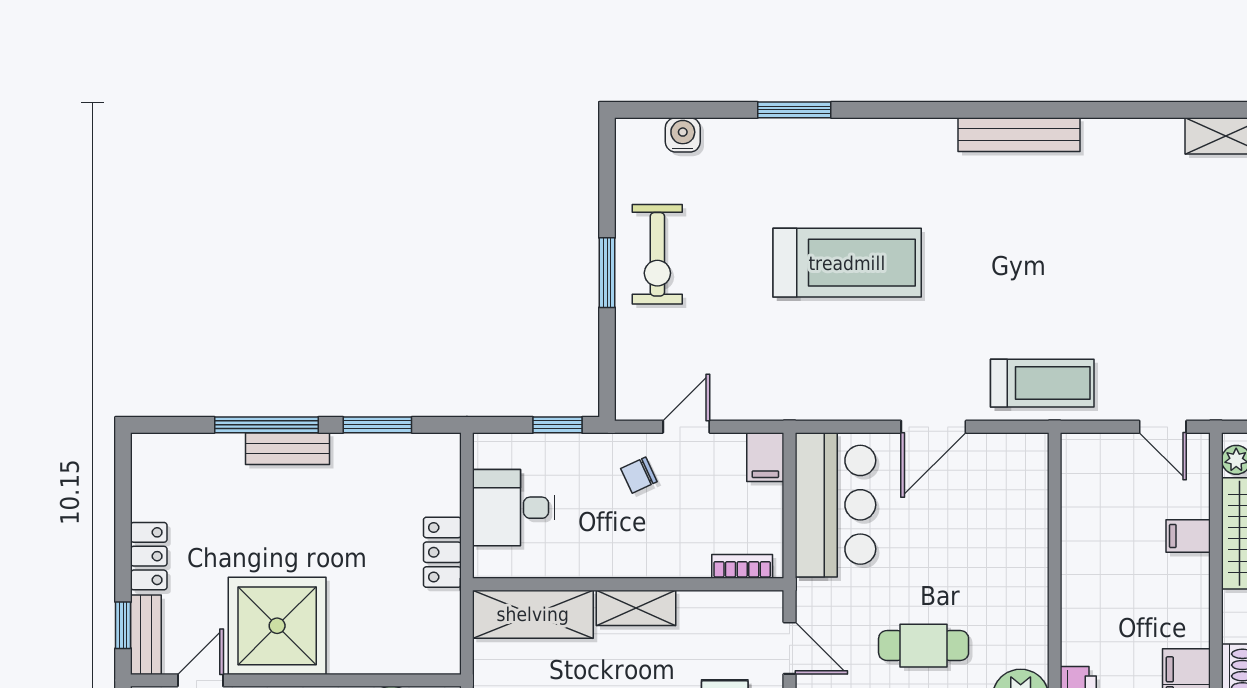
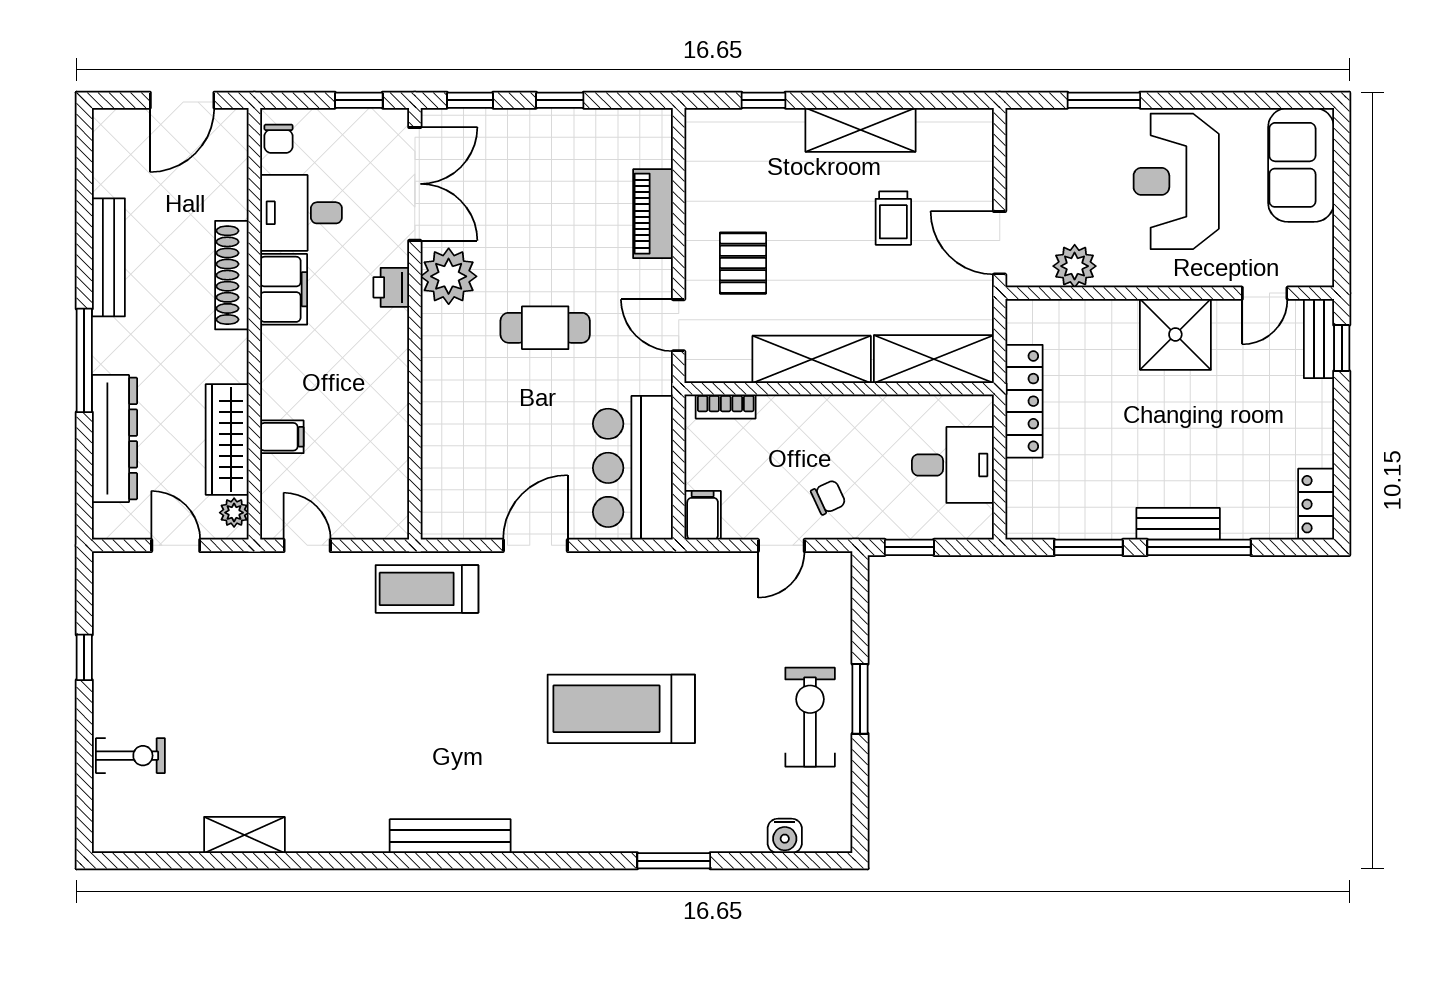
locker: (442, 552) -> (1024, 401), width x1.53
locker: (149, 556) -> (1316, 504), moved
shelving: (636, 608) -> (812, 359), width x1.50, depth x1.33
shower: (277, 626) -> (1175, 334), width x0.73, depth x0.73

